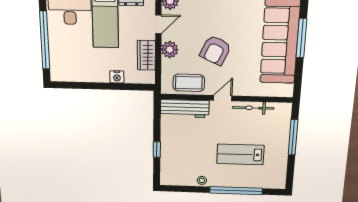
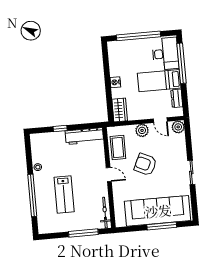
wardrobe: (146, 55) -> (120, 110), moved, turned 90
nightstand: (117, 77) -> (115, 82), moved
bicycle: (253, 108) -> (105, 213), moved
workbench: (185, 109) -> (84, 136), moved, turned -90
lab bench: (240, 154) -> (64, 194), turned 180

